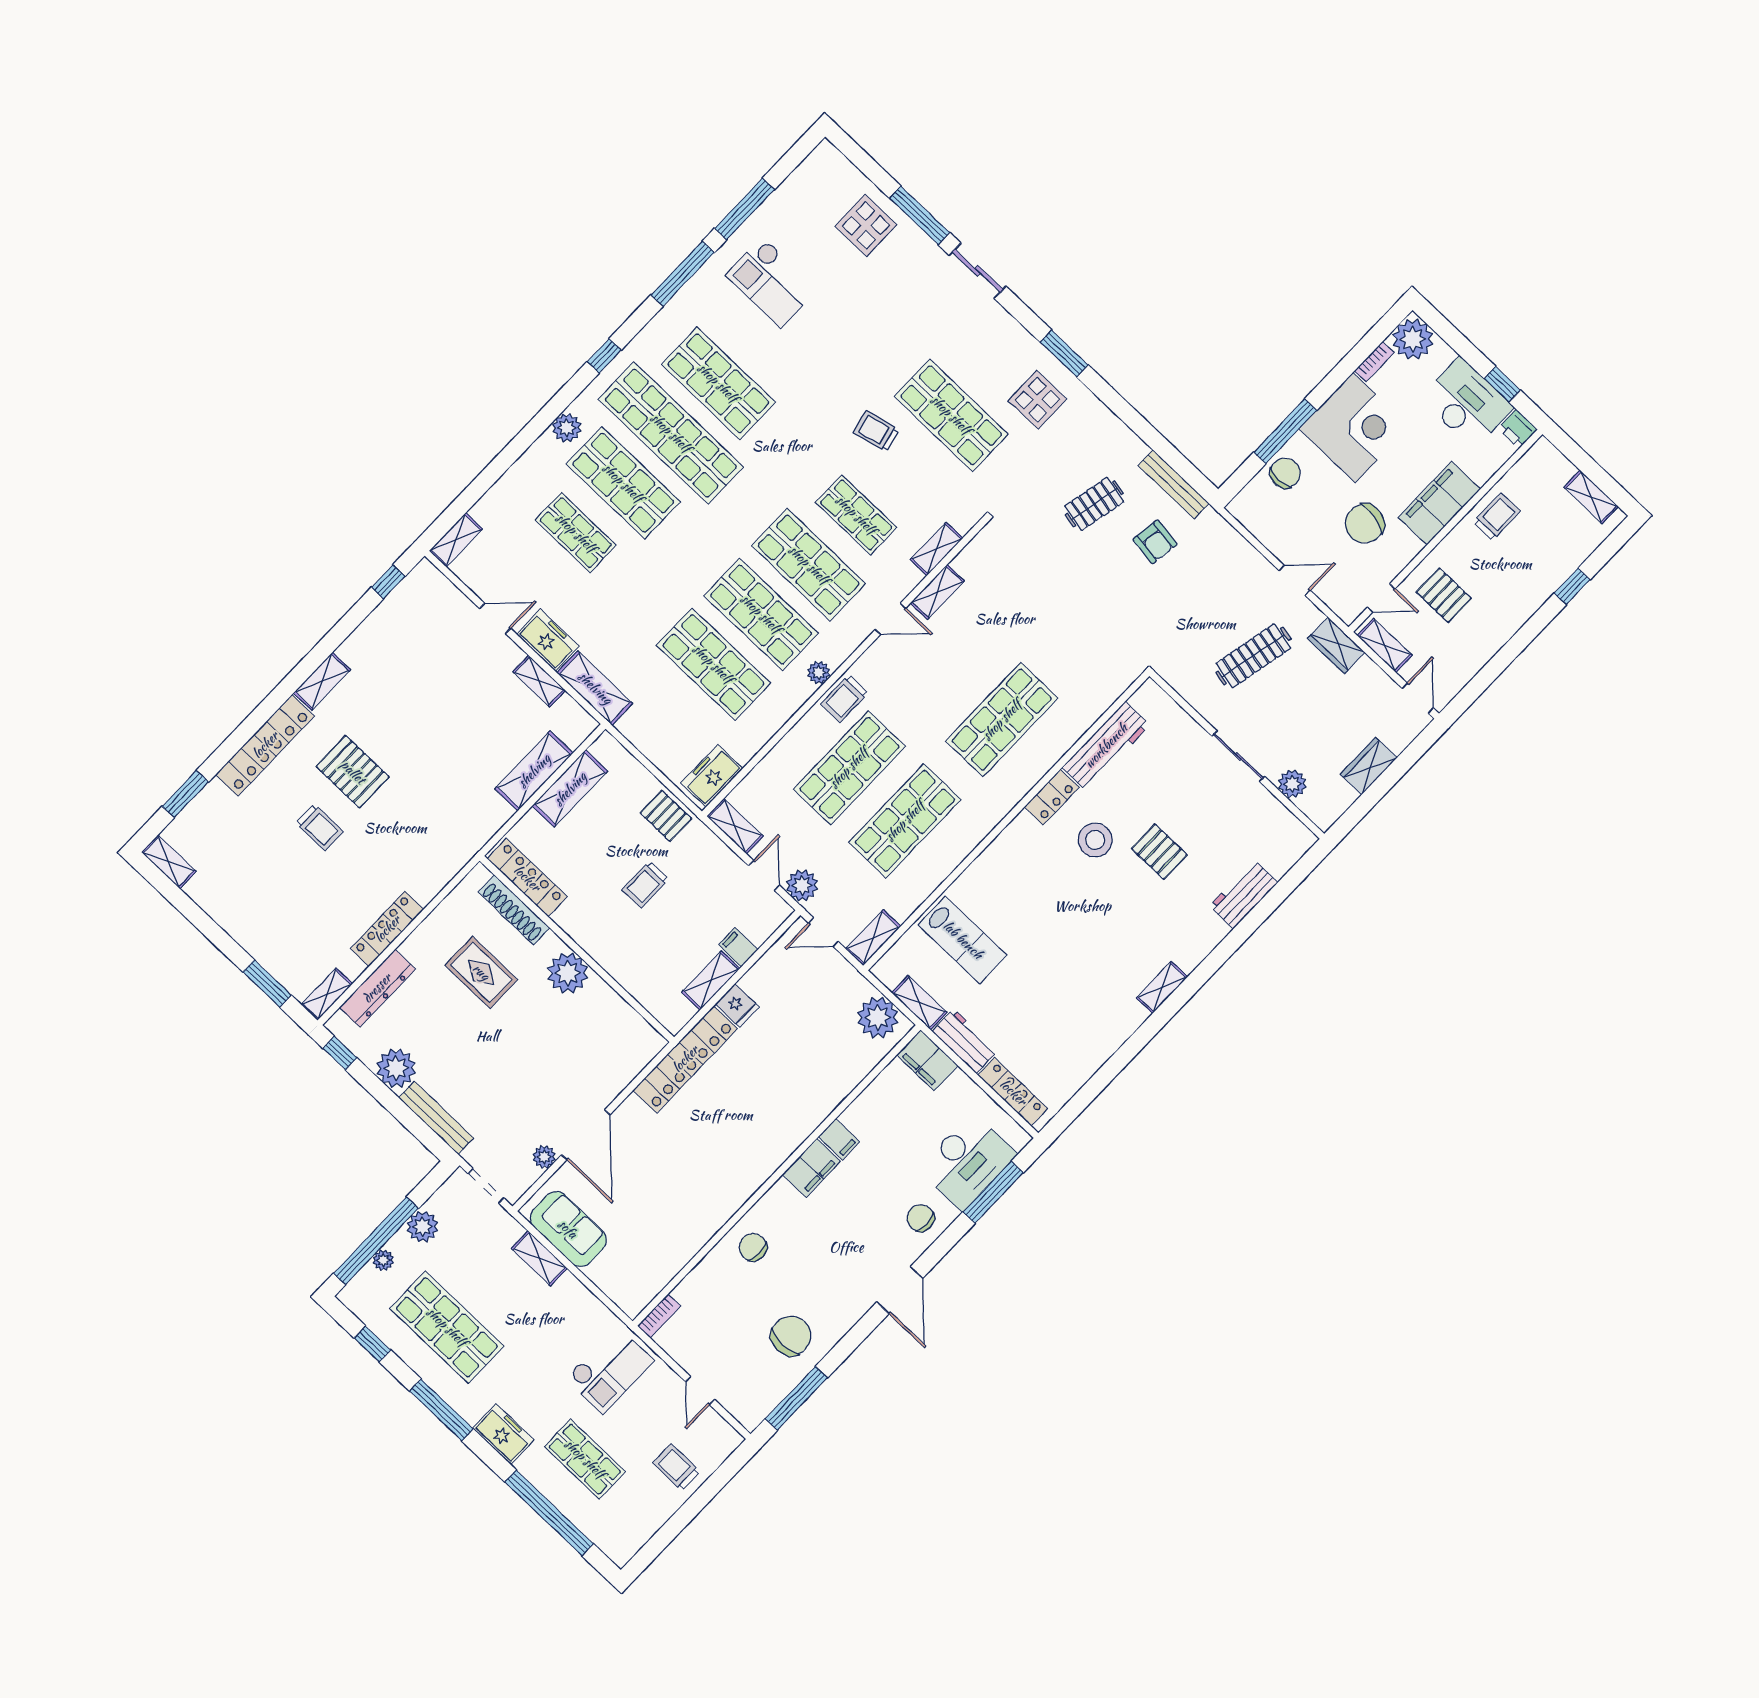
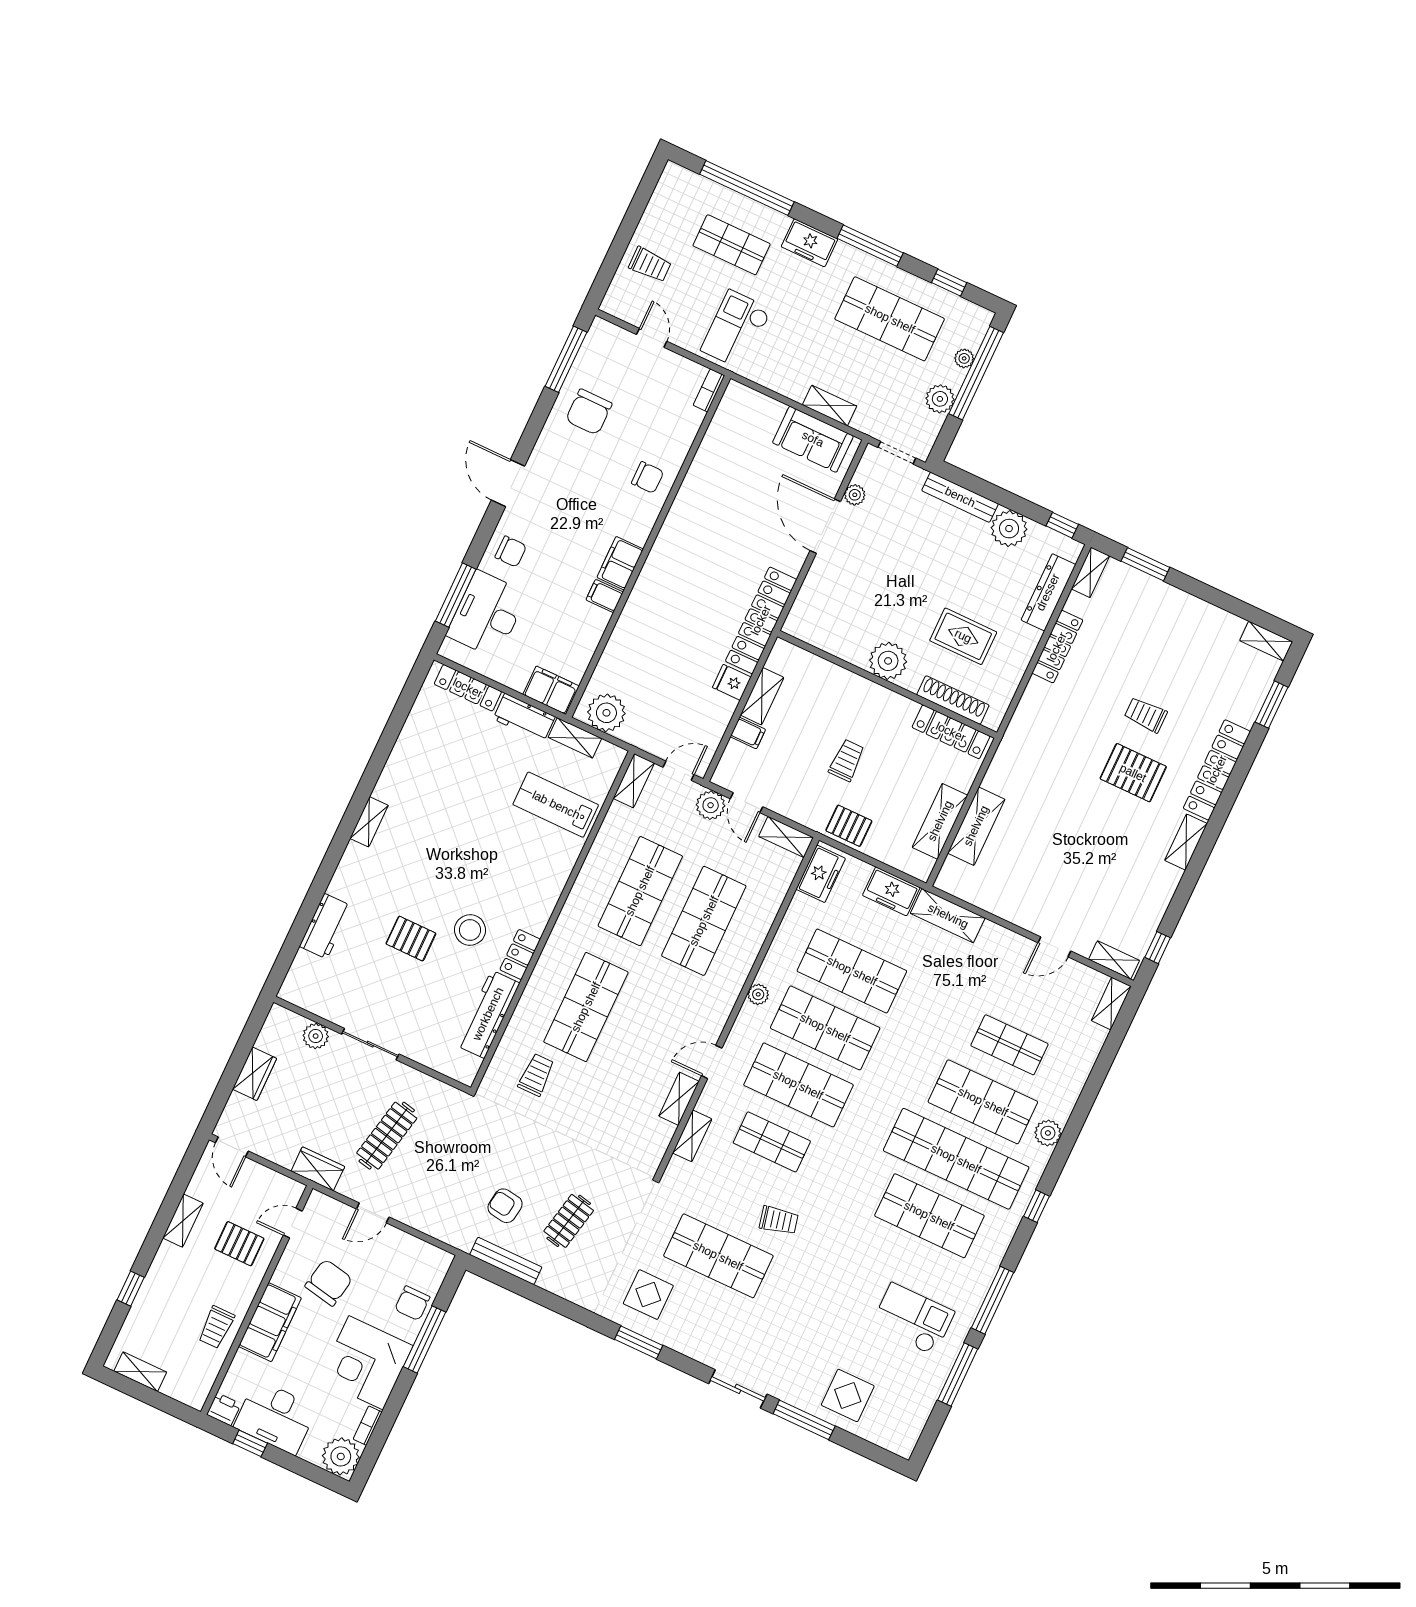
freezer: (548, 640) -> (891, 891), moved
shelving: (1385, 645) -> (183, 1221), moved, turned 90
shelving: (539, 681) -> (1114, 960), moved
trolley: (844, 699) -> (536, 1075), moved

